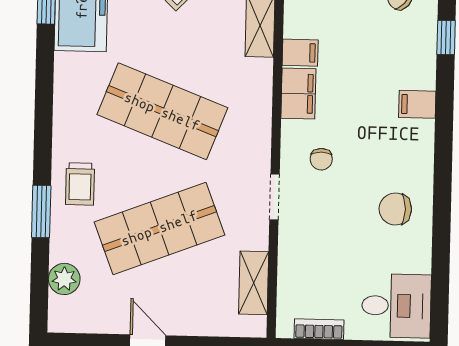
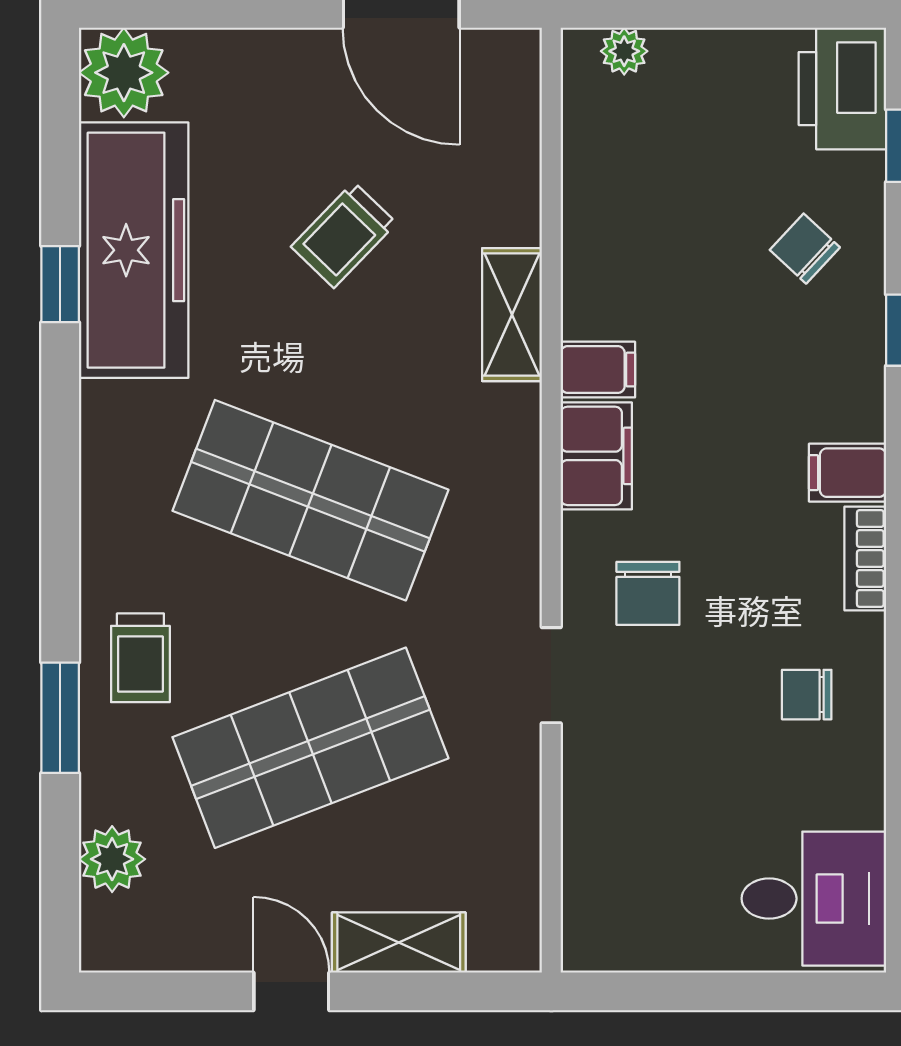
chair: (321, 159) -> (648, 593), width x1.37, depth x1.37
chair: (395, 209) -> (807, 695), width x0.73, depth x0.73
shelving: (254, 283) -> (399, 943), moved, turned 90
bookcase: (319, 329) -> (865, 559), moved, turned -90

